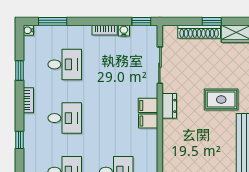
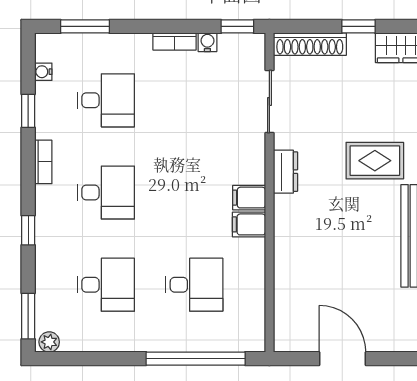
water cooler: (28, 30) -> (43, 72), moved
shoe rack: (199, 32) -> (310, 44), moved
filing cabinet: (148, 105) -> (249, 224), moved

